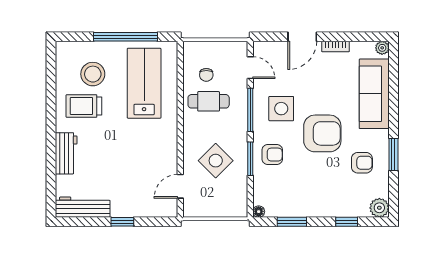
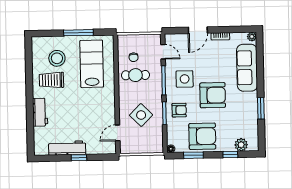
window: (125, 37) -> (78, 33), width x0.68
armchair: (362, 163) -> (202, 136), moved, width x1.88, depth x1.88
workbench: (83, 207) -> (67, 148), moved
plant: (379, 208) -> (241, 145), moved

